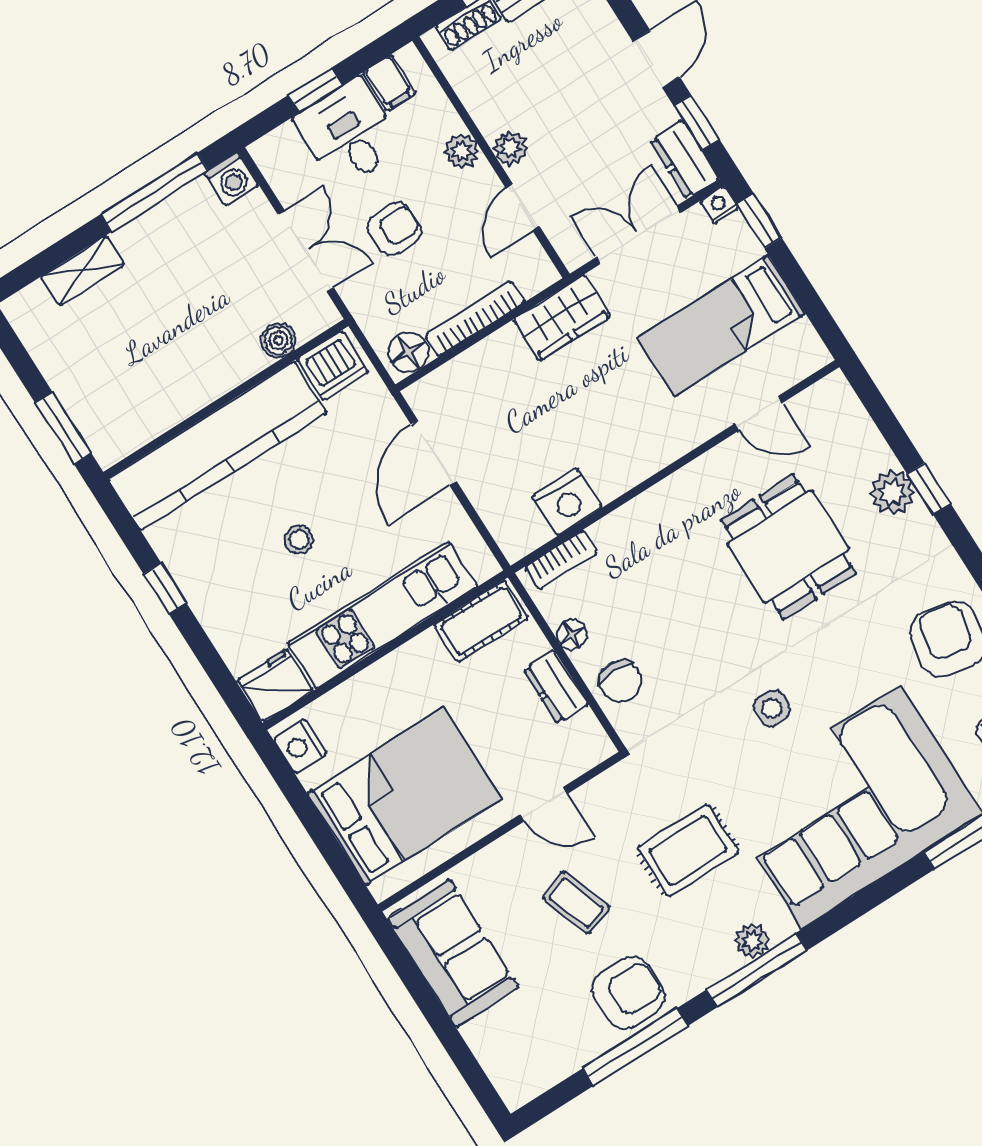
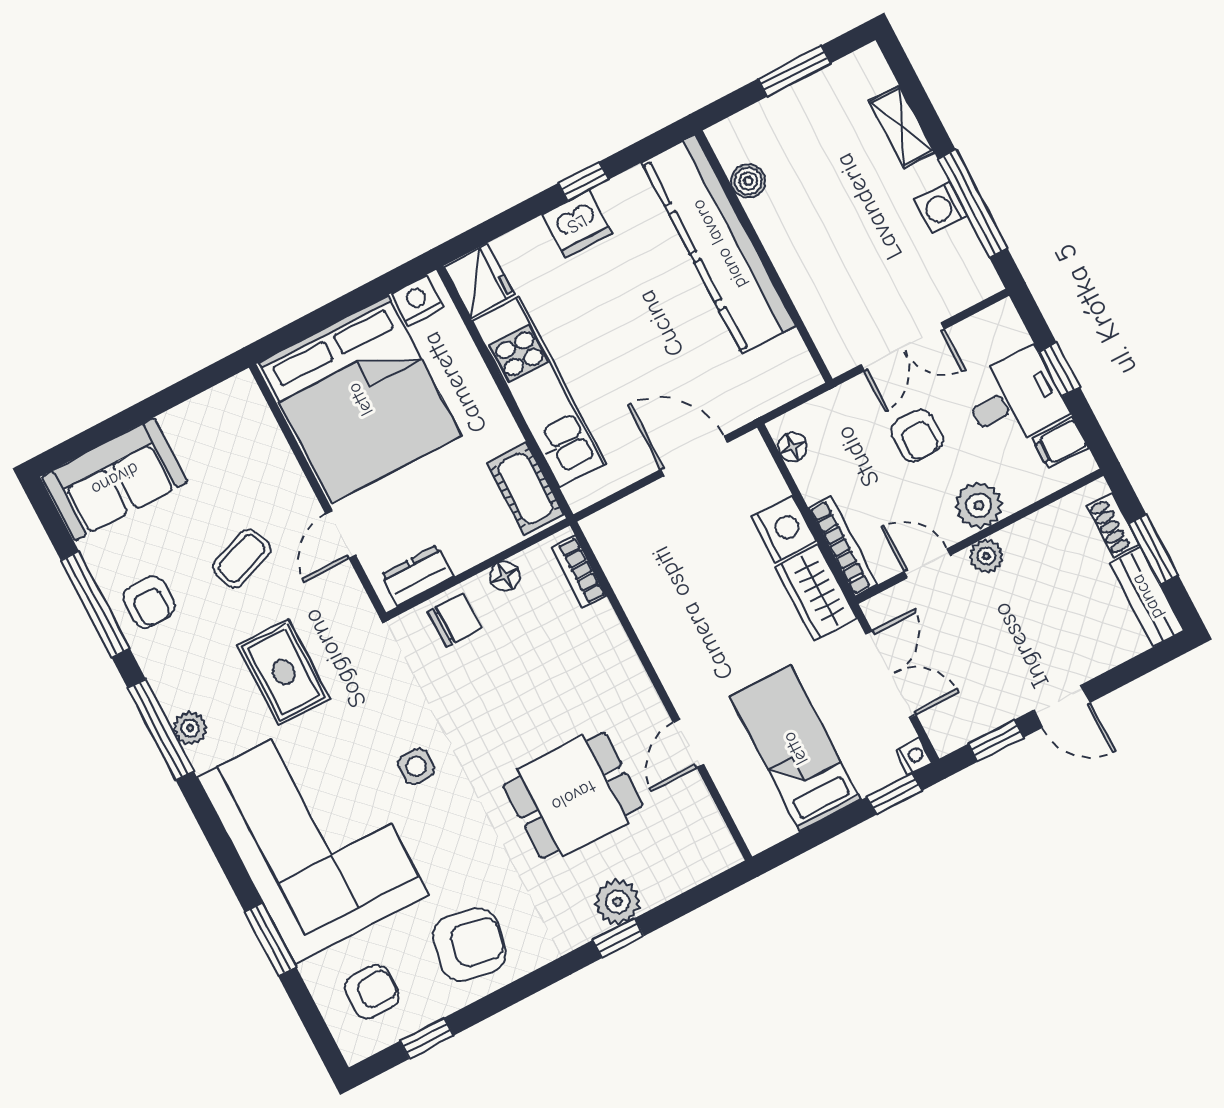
plant: (462, 151) -> (979, 505), width x1.38, depth x1.38
dresser: (685, 160) -> (961, 726), removed
washing machine: (232, 179) -> (941, 208), moved
bookcase: (475, 318) -> (843, 546), moved
boiler: (278, 340) -> (748, 181), moved
floor lamp: (409, 352) -> (793, 447), width x0.73, depth x0.73
dishwasher: (333, 366) -> (577, 224), moved, turned -90
door: (759, 413) -> (688, 743), moved
window: (63, 428) -> (794, 71), moved
nightstand: (567, 502) -> (784, 529), moved, turned 180
stool: (299, 540) -> (620, 317), removed
chair: (621, 681) -> (455, 620), turned 180
dresser: (556, 687) -> (417, 576), moved
bed: (405, 796) -> (360, 399), width x1.36
sofa: (453, 953) -> (115, 479), moved
armchair: (628, 993) -> (149, 602), width x0.72, depth x0.72

